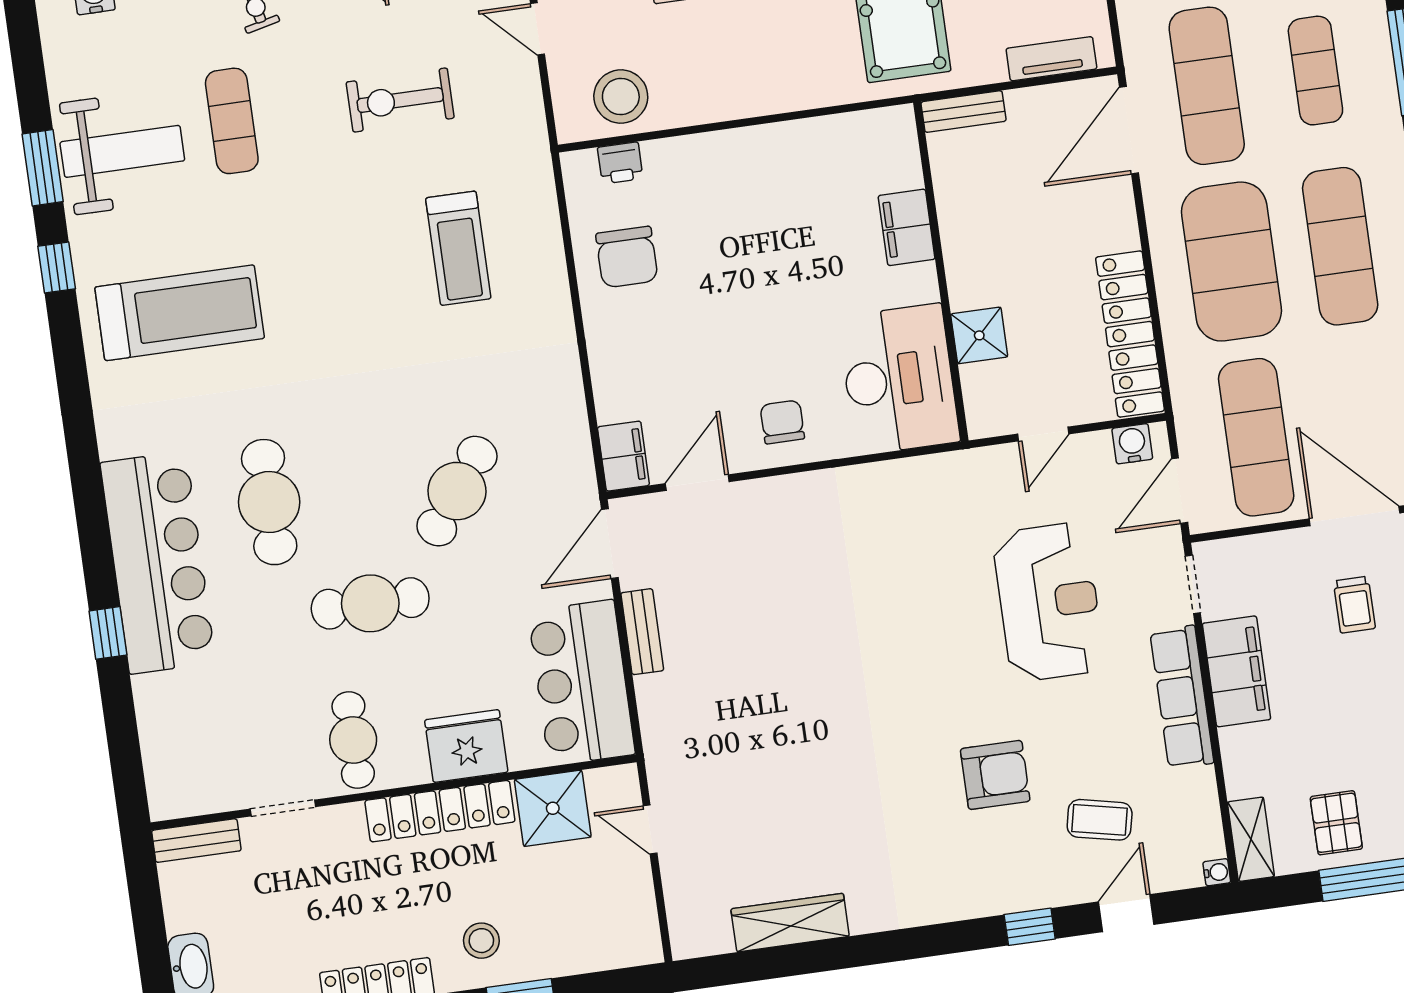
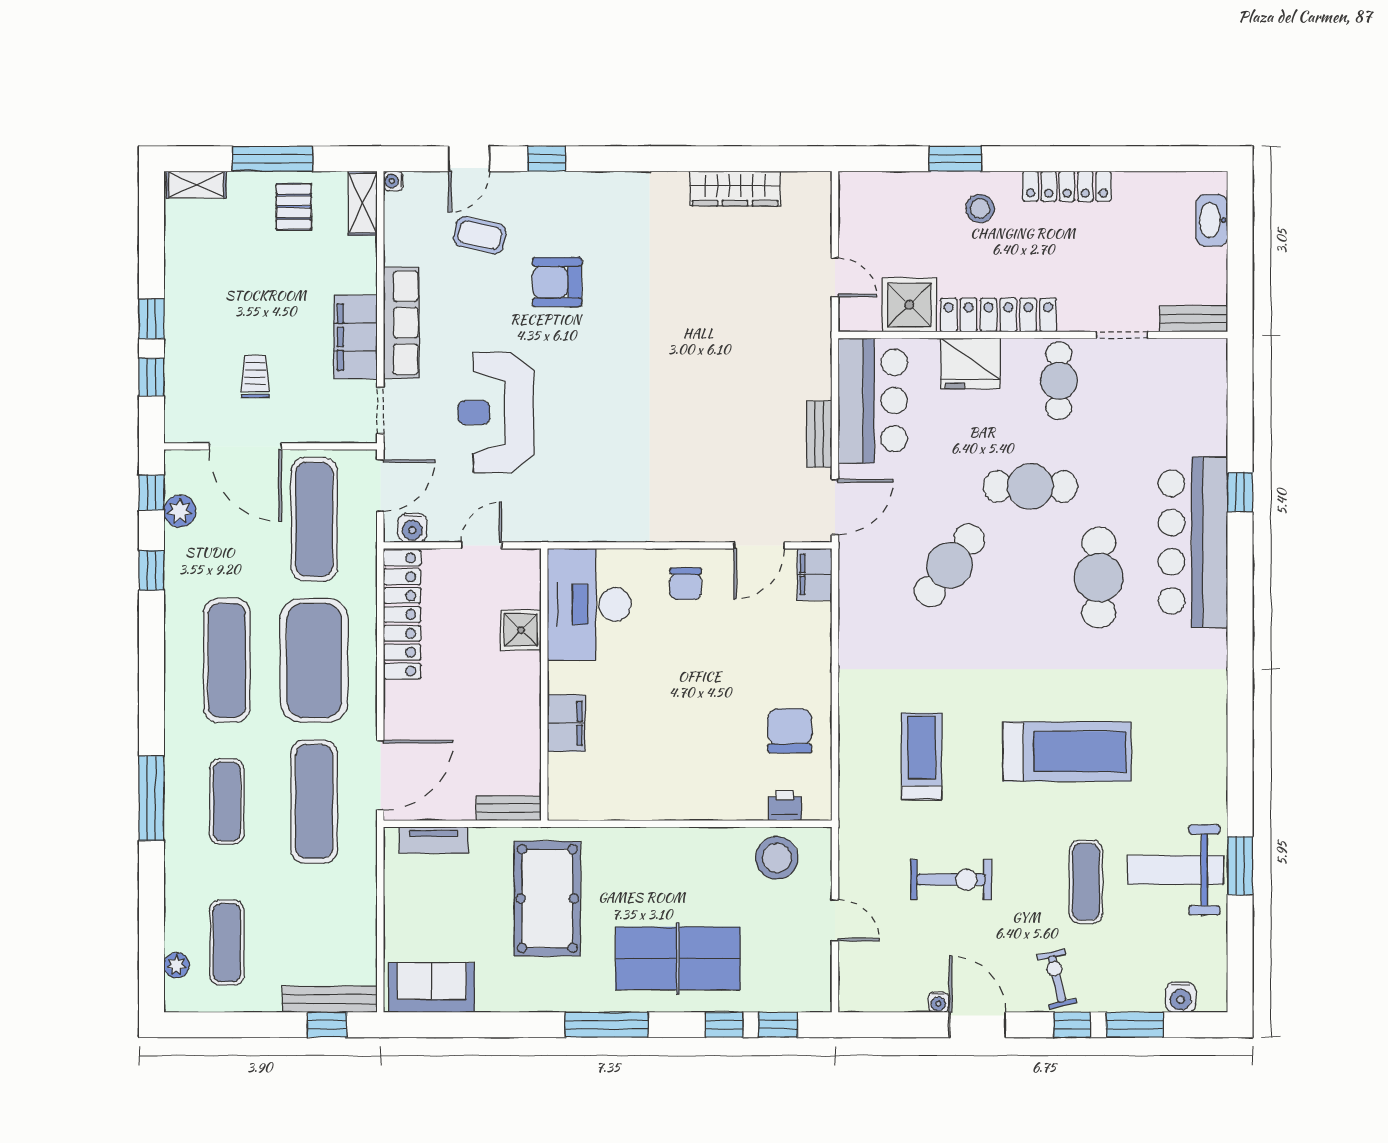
window: (57, 267) -> (1240, 786), removed
treadmill: (180, 313) -> (1067, 752), moved, turned 180

